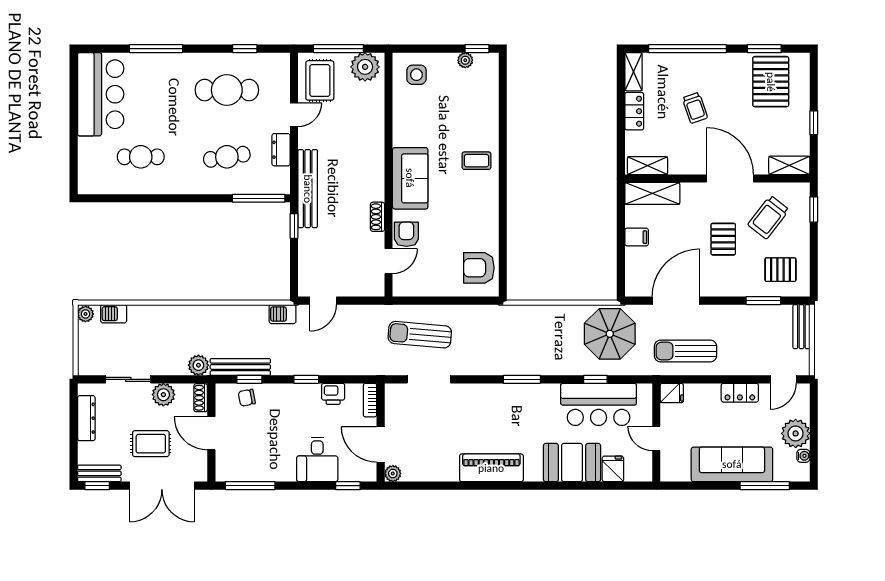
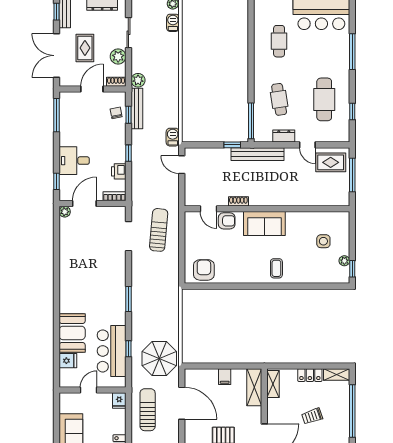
plant: (365, 67) -> (340, 193), removed
side table: (417, 75) -> (323, 241), moved
piano: (491, 468) -> (69, 278), removed

